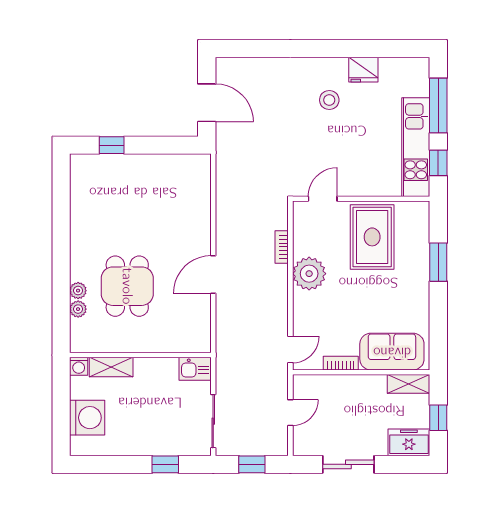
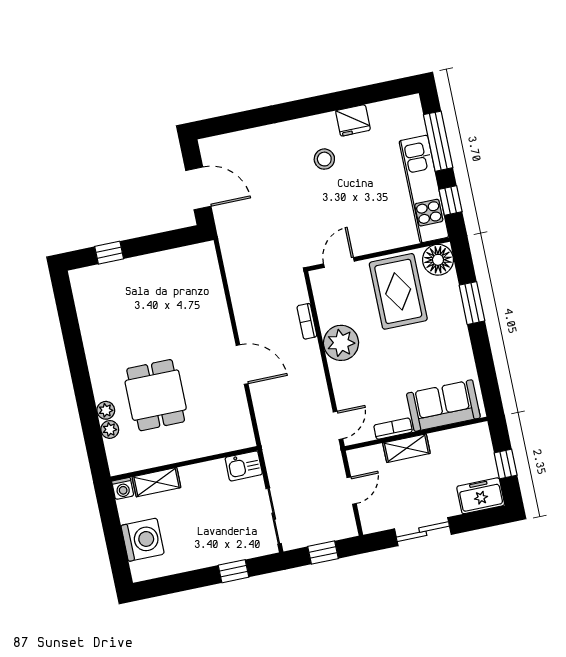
floor lamp: (415, 215) -> (438, 260), added
door: (213, 275) -> (242, 365), swing flipped
shelving: (409, 384) -> (406, 448), moved

